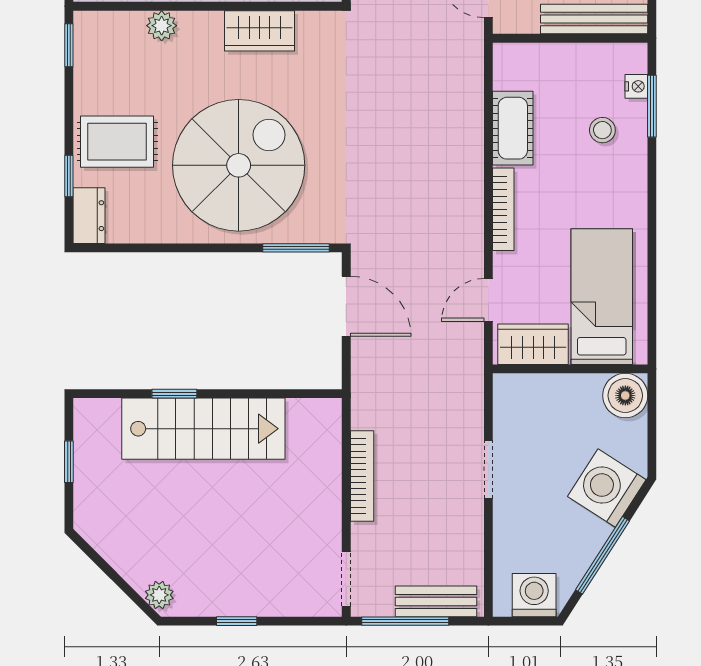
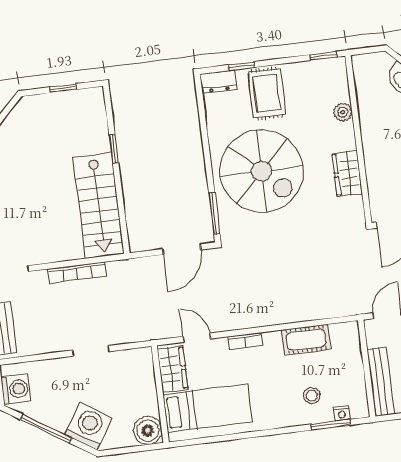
bookcase: (503, 209) -> (245, 341), width x0.64
stairs: (203, 429) -> (99, 205), moved

